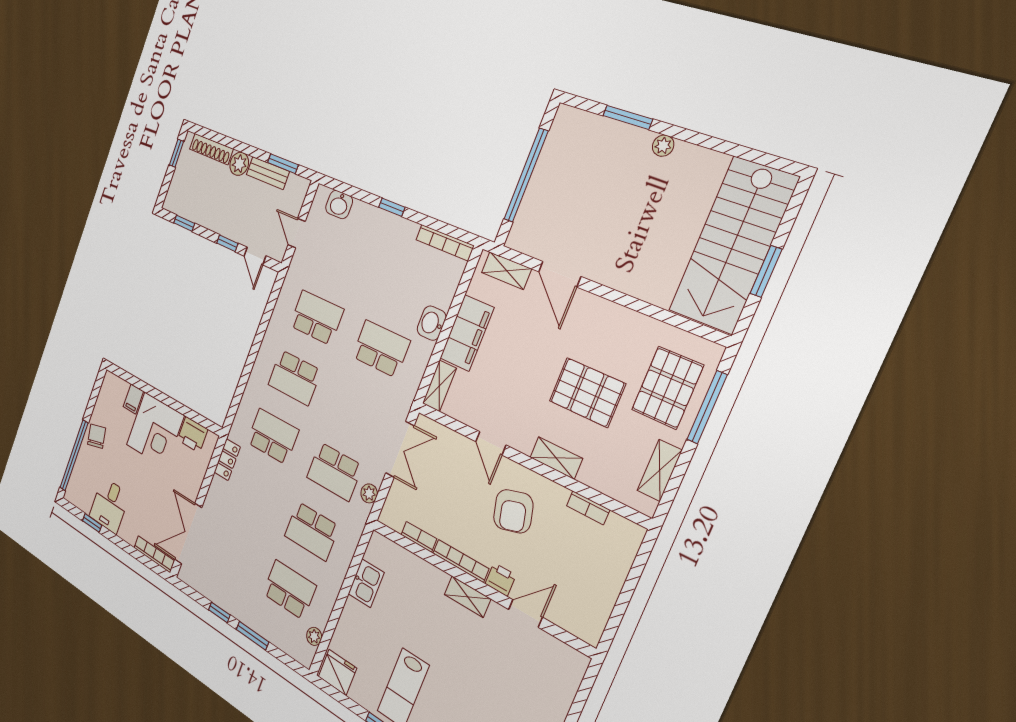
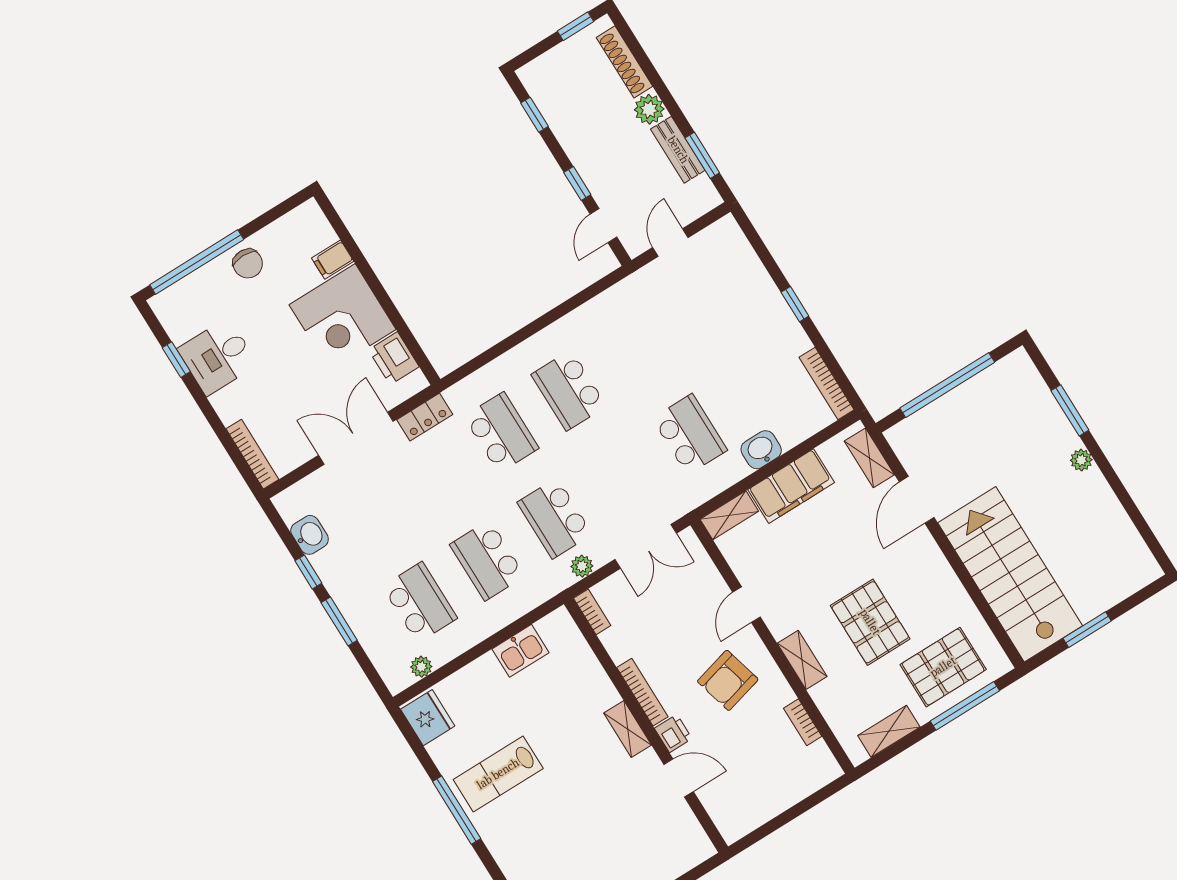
washbasin: (339, 205) -> (310, 535), moved, turned 180
stairs: (733, 245) -> (1010, 574), moved, turned 90
school desk: (317, 318) -> (636, 348), removed
chair: (97, 436) -> (248, 264), turned 103
double door: (188, 534) -> (356, 438), moved
bookcase: (419, 537) -> (592, 612), moved

